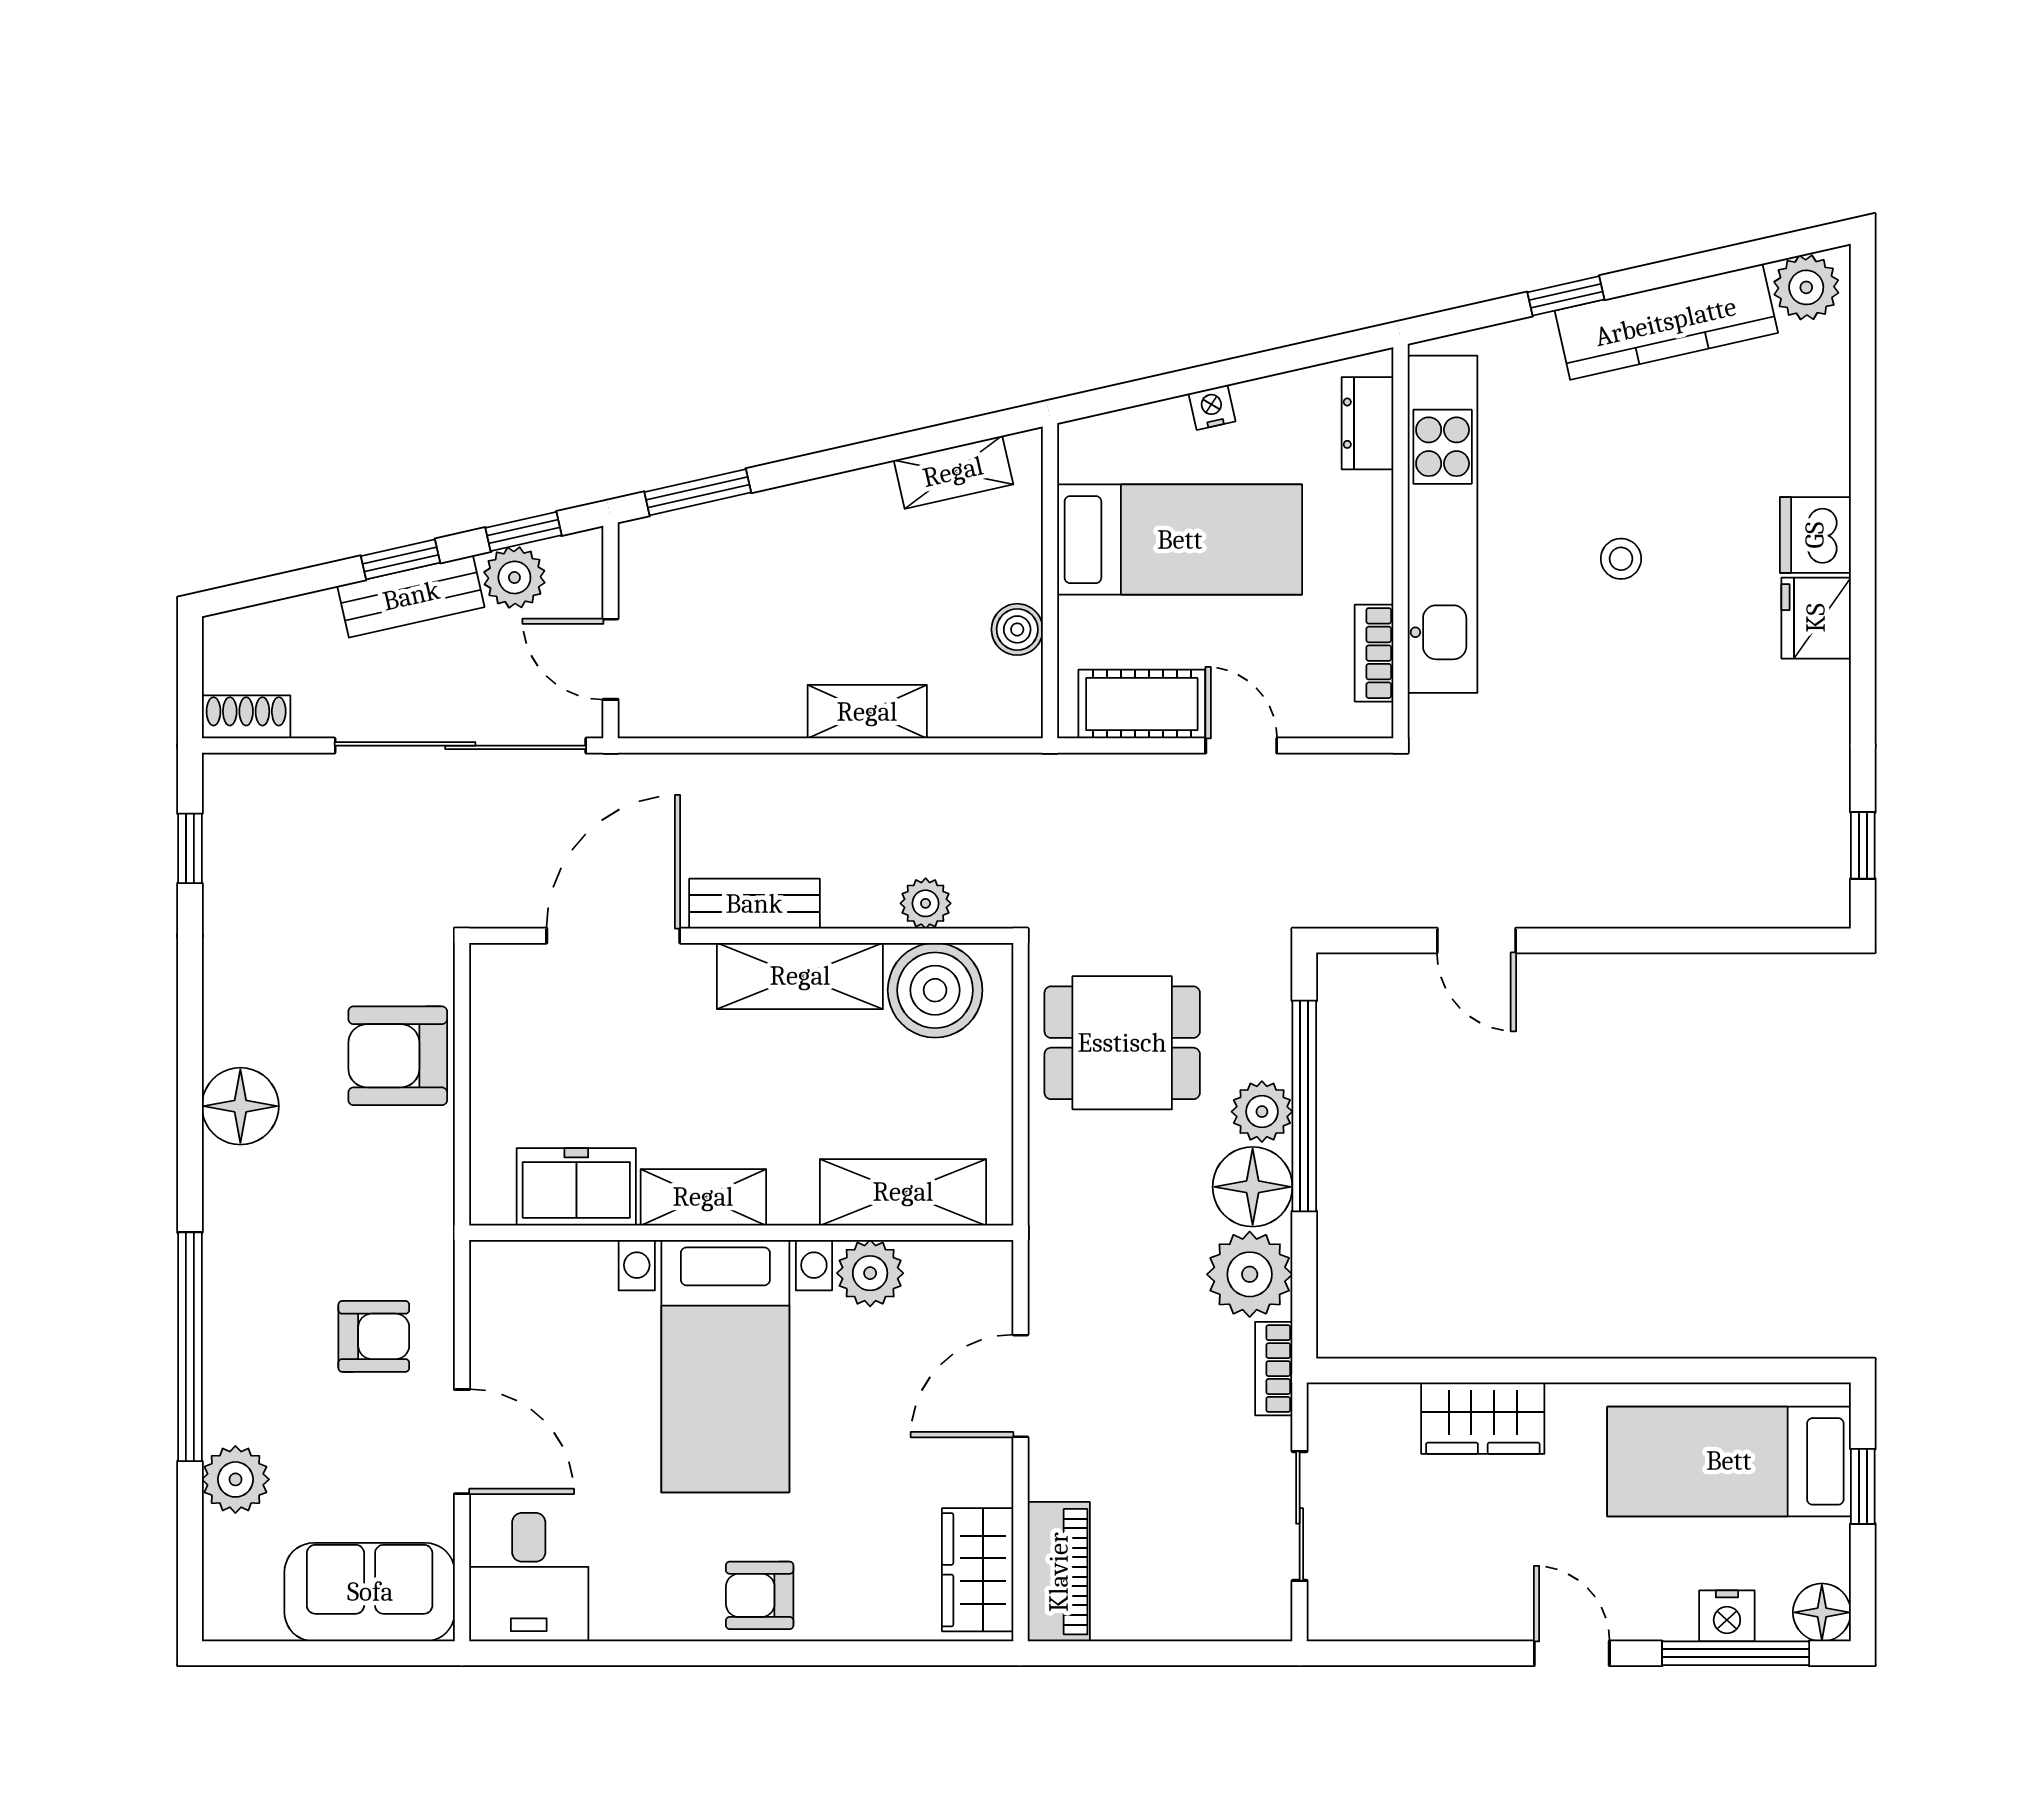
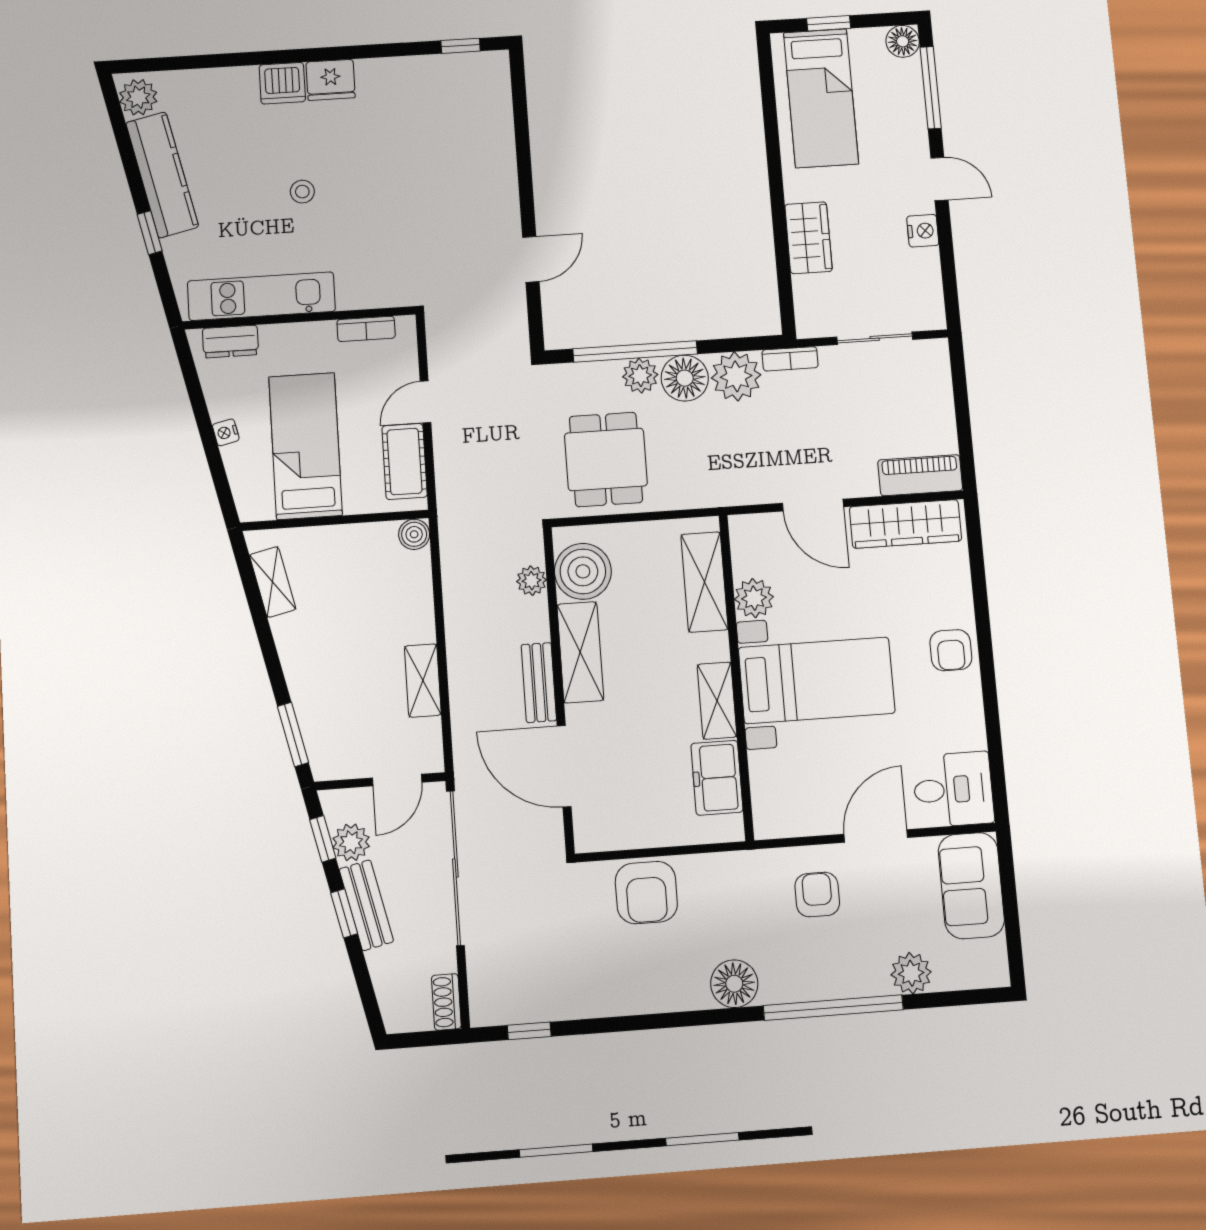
kitchen unit: (1443, 524) -> (261, 296), width x0.73
boiler: (1017, 629) -> (414, 534), moved
shelving: (867, 712) -> (423, 680), moved
floor lamp: (240, 1106) -> (734, 984), moved
wardrobe: (978, 1570) -> (905, 524), width x1.50
nightstand: (1727, 1616) -> (923, 231), moved
door: (1572, 1653) -> (939, 179), swing flipped

